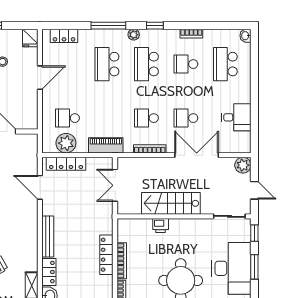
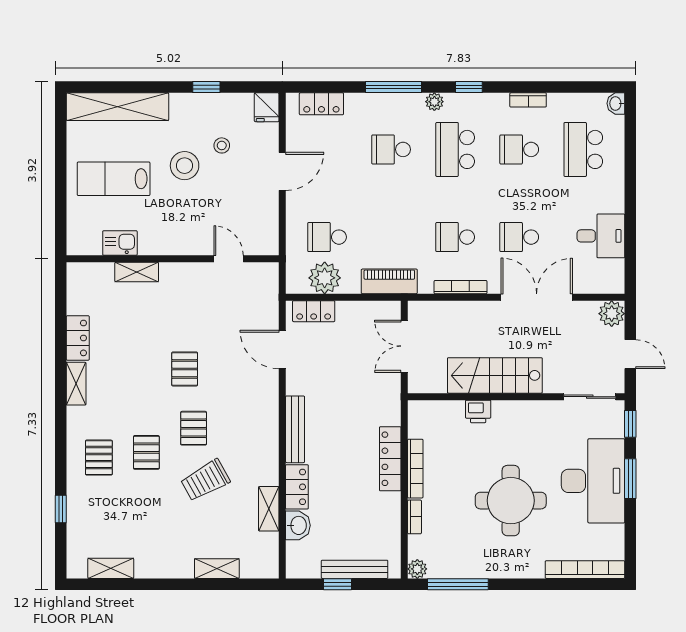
school desk: (107, 64) -> (391, 149), width x0.54
locker: (66, 164) -> (314, 311), width x0.66

